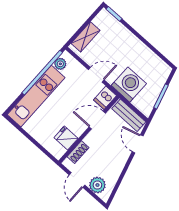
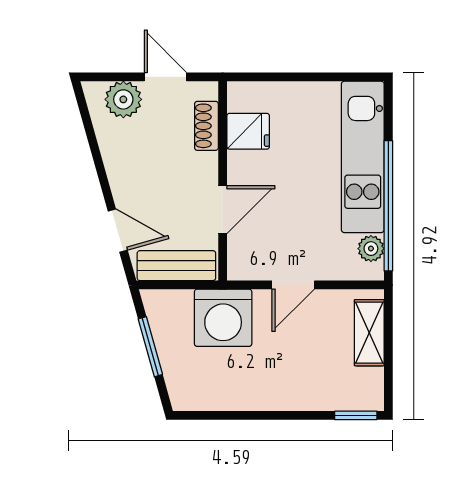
dishwasher: (105, 98) -> (243, 259), removed

